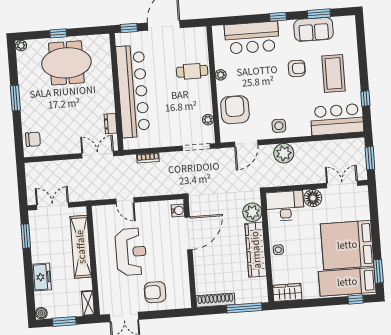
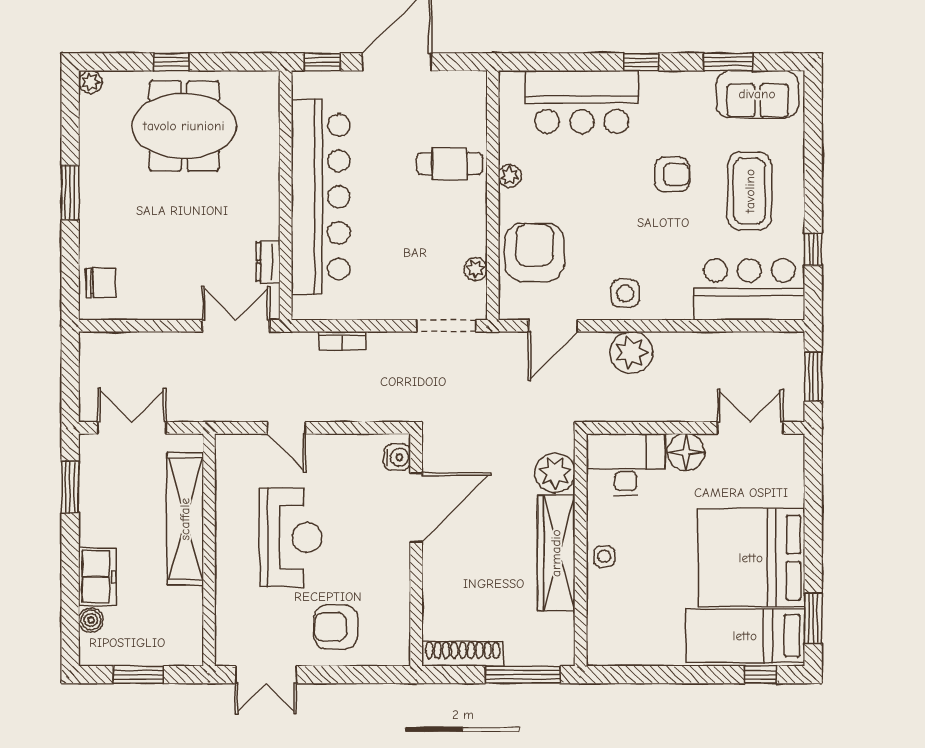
sofa: (314, 29) -> (757, 94), moved
wardrobe: (287, 292) -> (616, 649), removed
shelving: (88, 303) -> (191, 640), removed
boiler: (41, 313) -> (91, 620), moved

